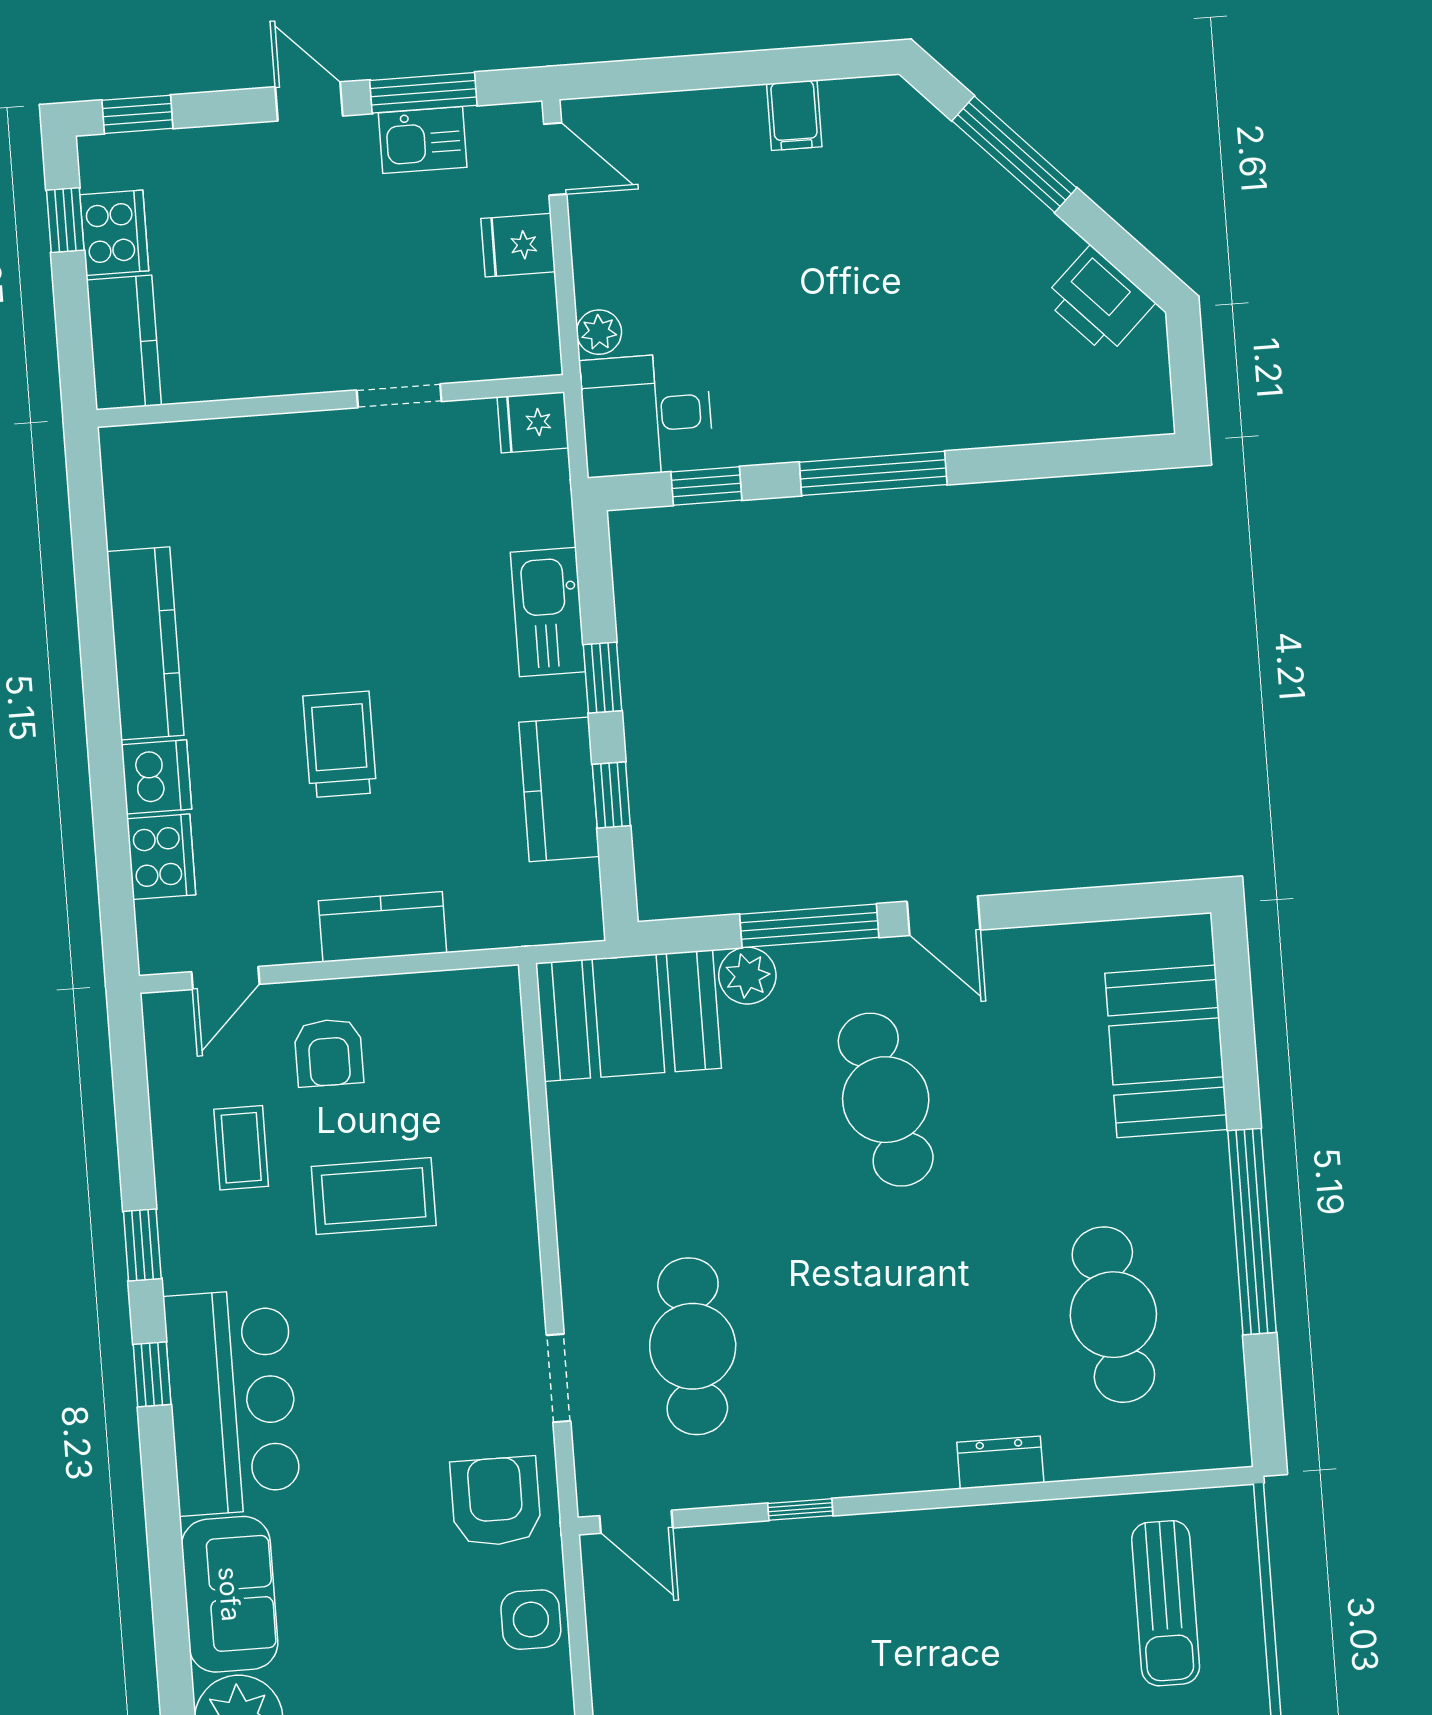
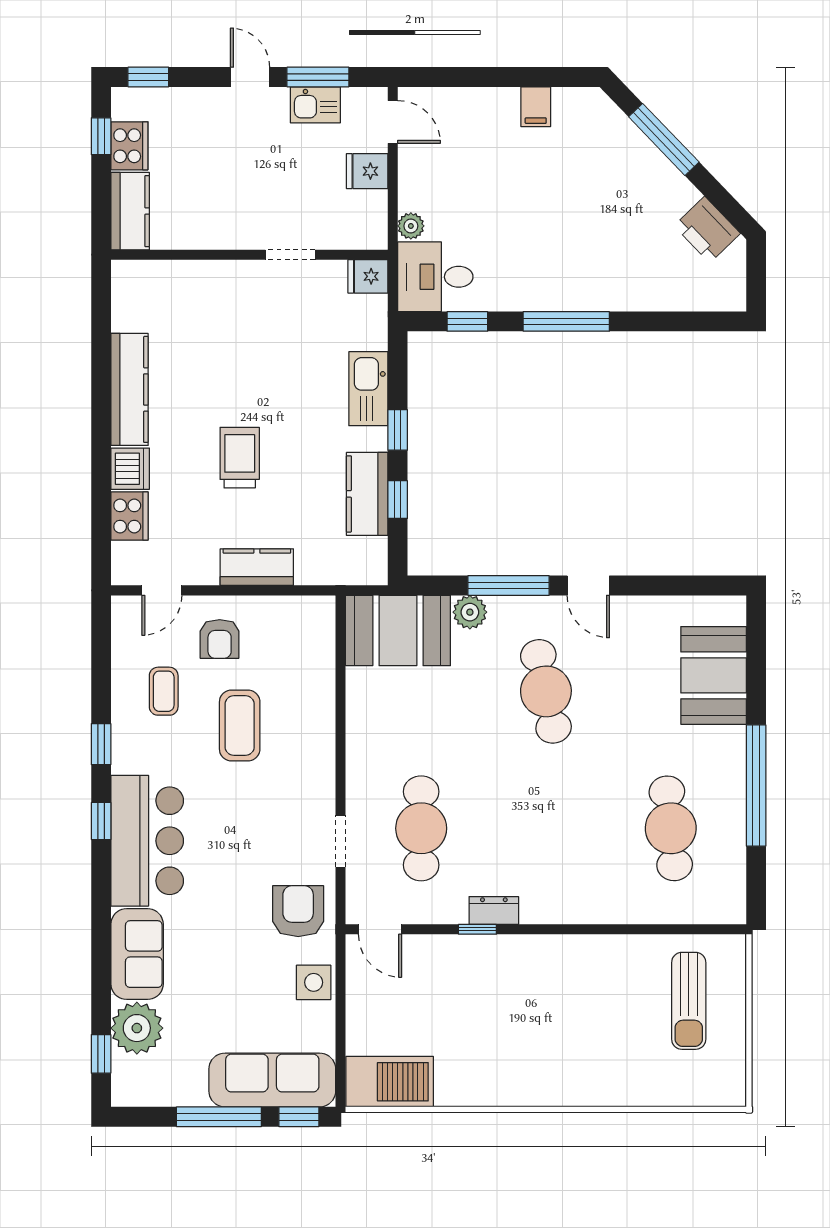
coffee table: (374, 1196) -> (240, 726), turned 90
dresser: (1000, 1463) -> (494, 911), moved

